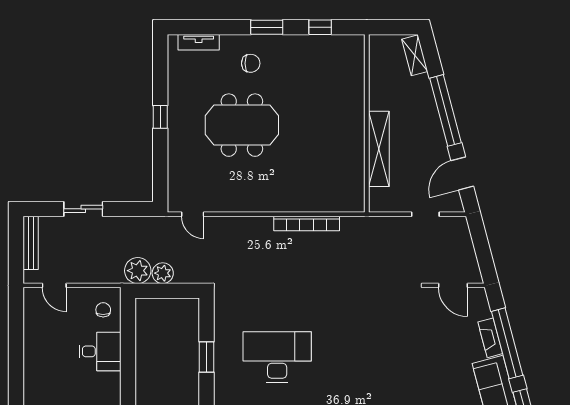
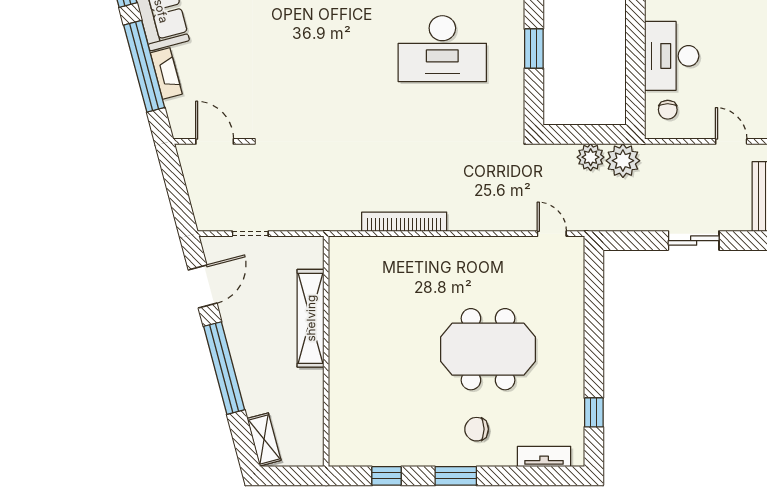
window: (160, 117) -> (594, 412), moved
desk: (100, 351) -> (672, 56), width x1.37

